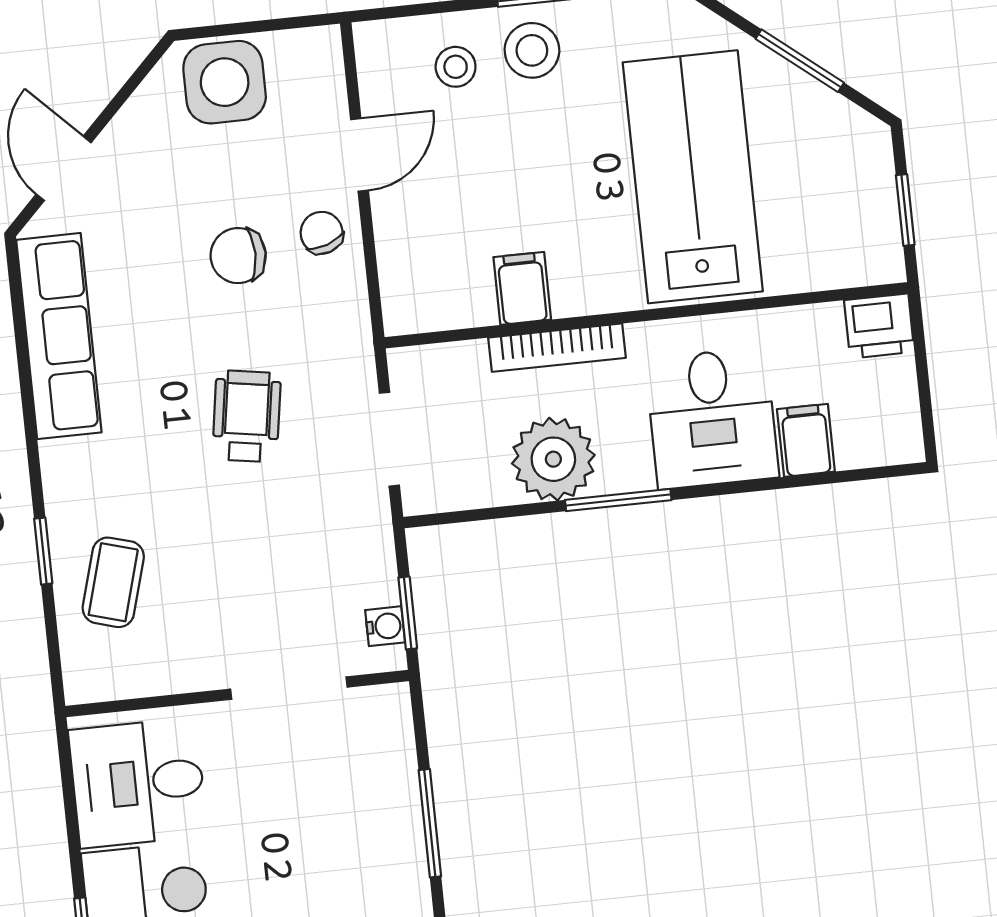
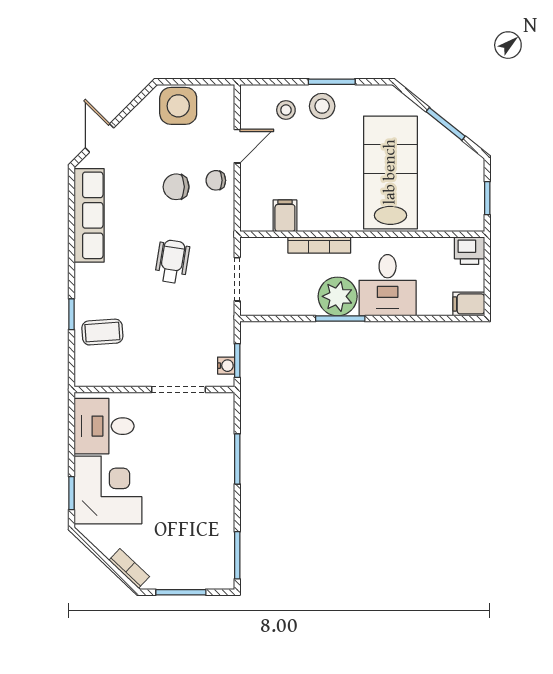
chair: (322, 233) -> (216, 180), turned -71
filing cabinet: (522, 288) -> (285, 216), moved
filing cabinet: (806, 440) -> (469, 304), moved, turned -90
plant: (553, 459) -> (338, 296), moved
coffee table: (113, 582) -> (102, 332), turned 70

